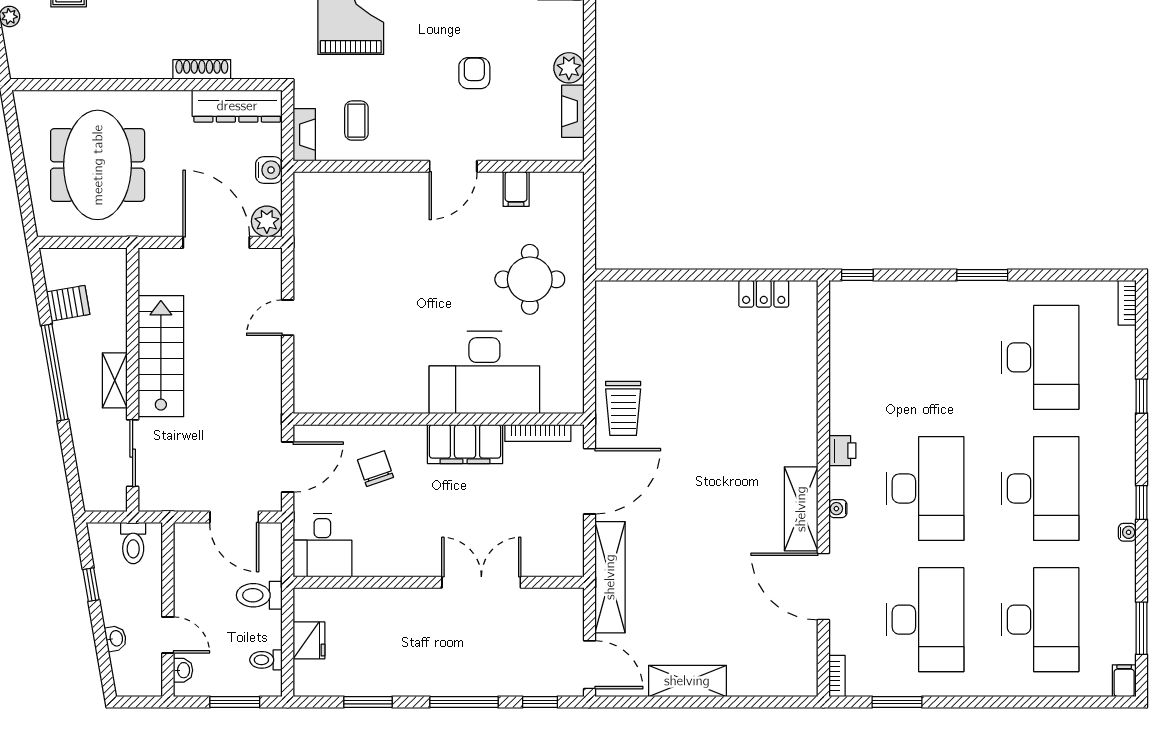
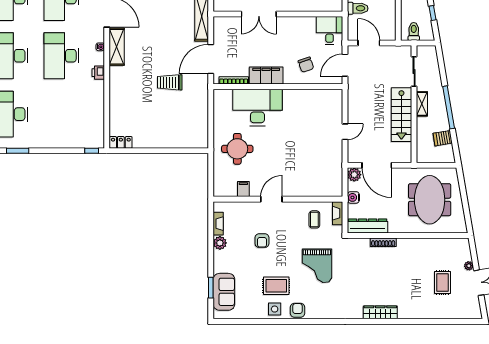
window: (982, 275) -> (18, 151), moved
locker: (764, 294) -> (121, 142), moved
trolley: (623, 408) -> (170, 82), moved, turned -90

